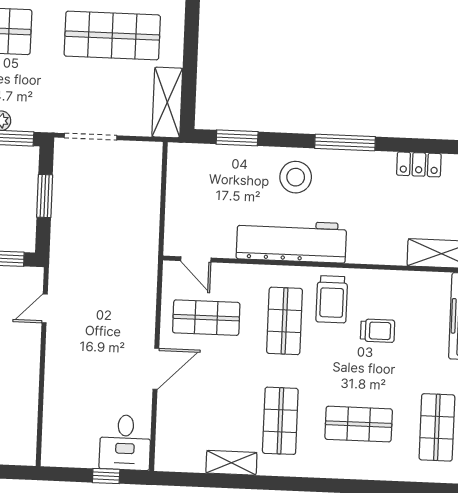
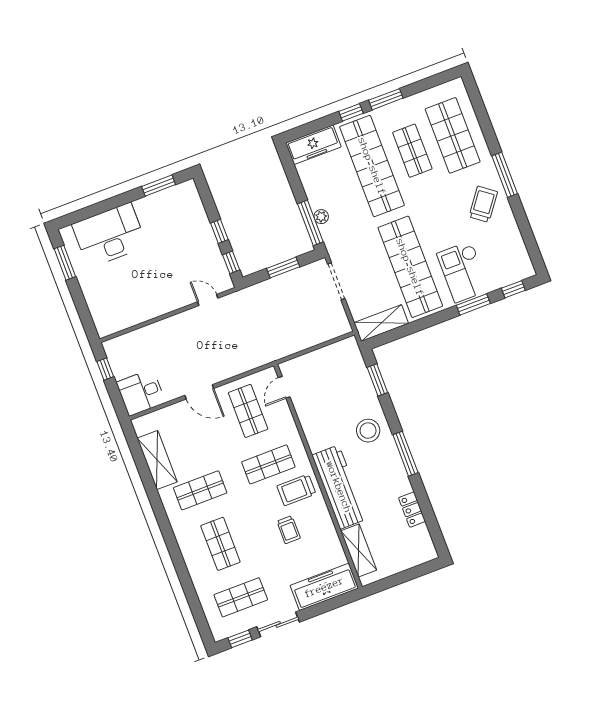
shop shelf: (112, 36) -> (410, 267), width x1.40
workbench: (291, 241) -> (339, 487), moved
shelving: (231, 463) -> (157, 460), width x1.50, depth x1.33
window: (106, 476) -> (105, 369), moved

